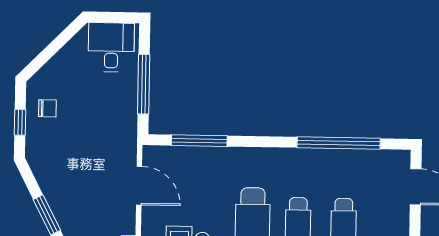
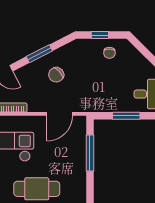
window: (144, 84) -> (126, 116), width x0.69
chair: (79, 190) -> (56, 75), added

